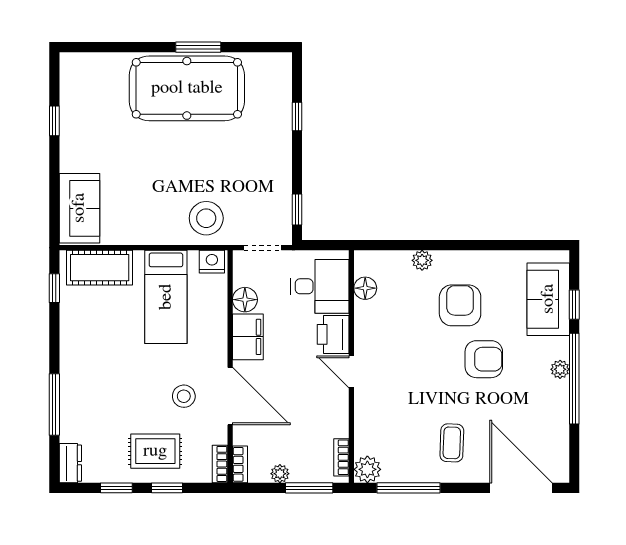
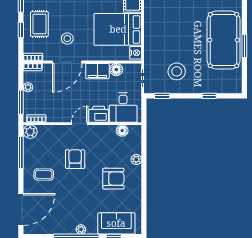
stool: (206, 218) -> (177, 71), moved
bed: (166, 297) -> (118, 29), width x1.50
armchair: (484, 359) -> (75, 159), moved, turned 180

